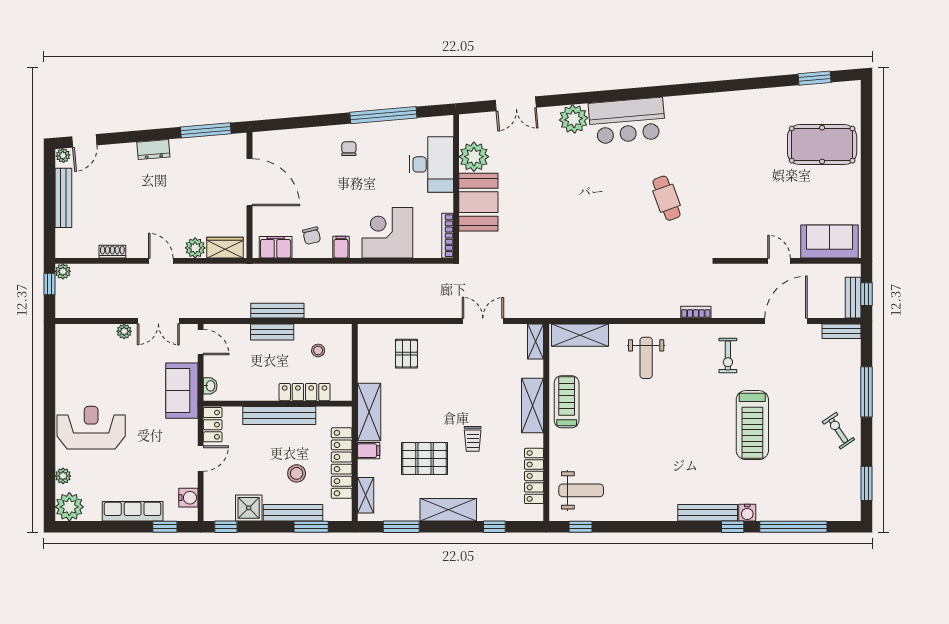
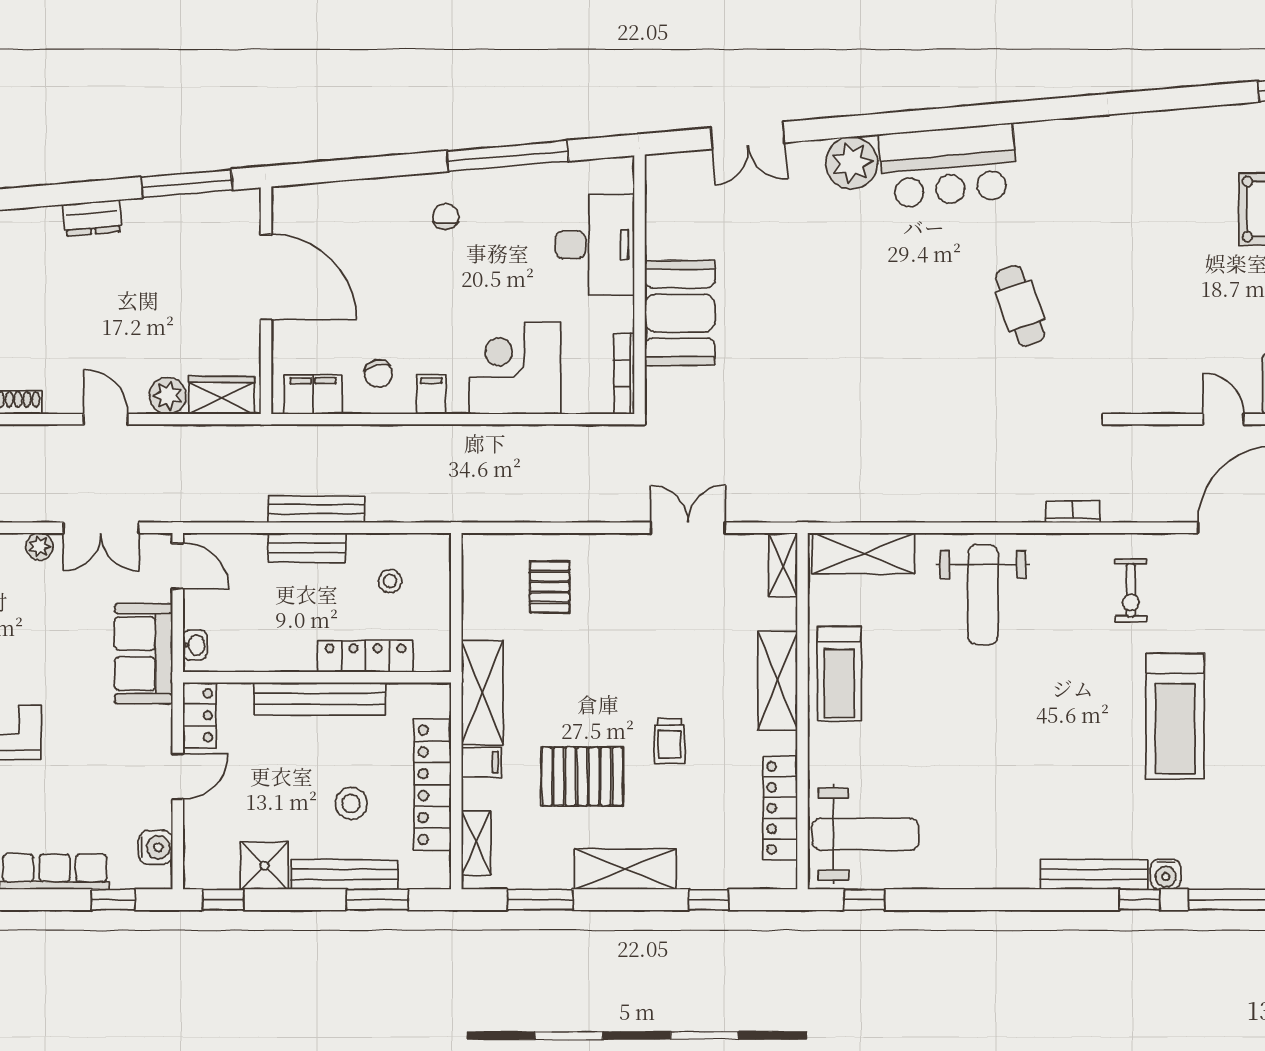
plant: (474, 157) -> (672, 231), removed
weight bench: (646, 358) -> (983, 595), width x1.36, depth x1.33
treadmill: (567, 402) -> (839, 674), turned 180
weight bench: (581, 490) -> (866, 834), width x1.36, depth x1.33

